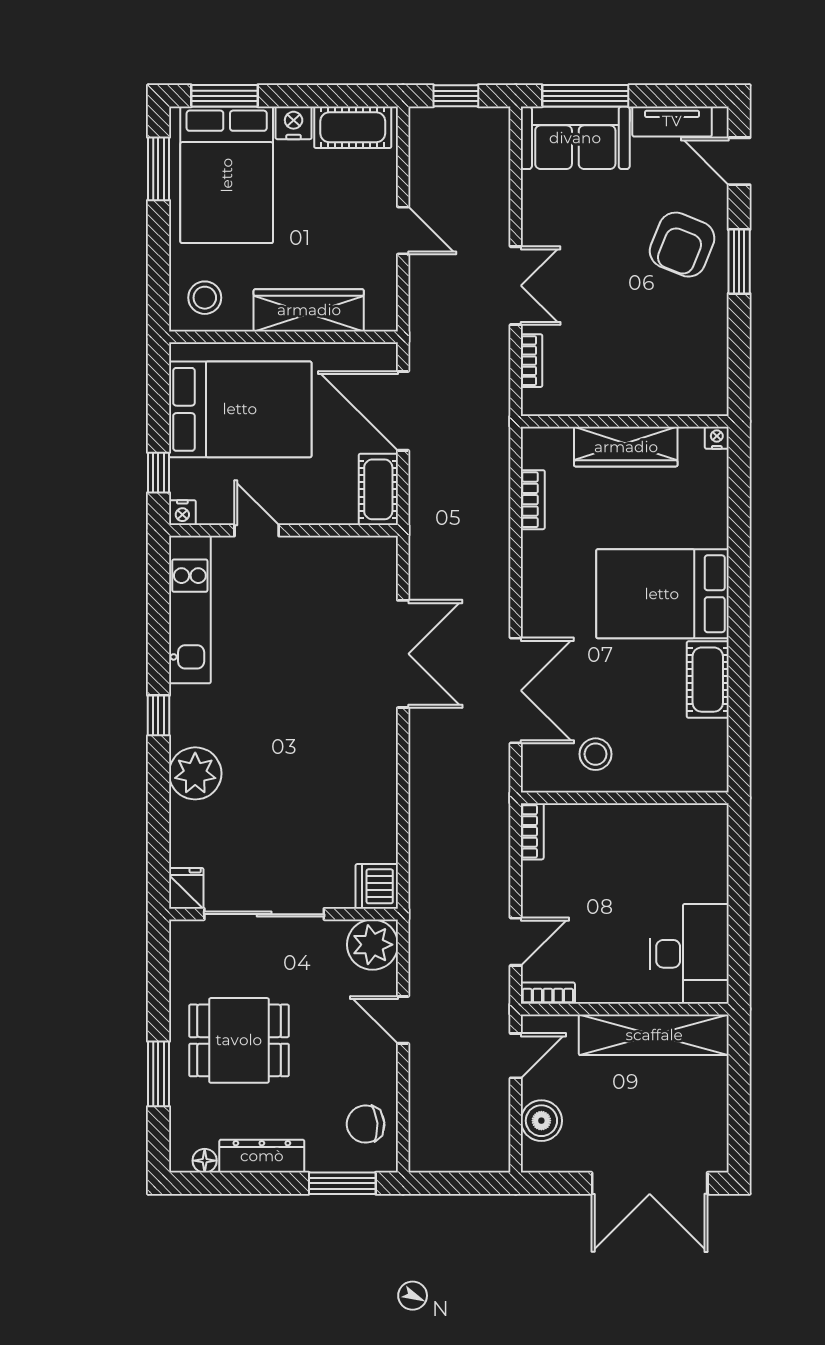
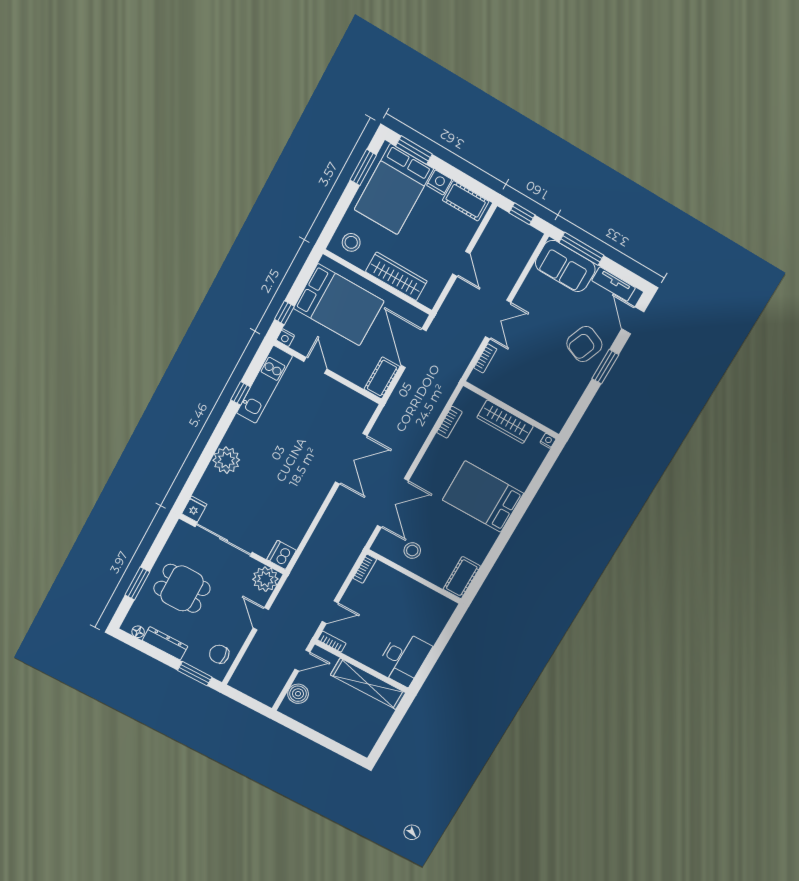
cot: (708, 680) -> (462, 578), moved
window: (158, 715) -> (241, 393), moved
double door: (650, 1183) -> (330, 744), removed

